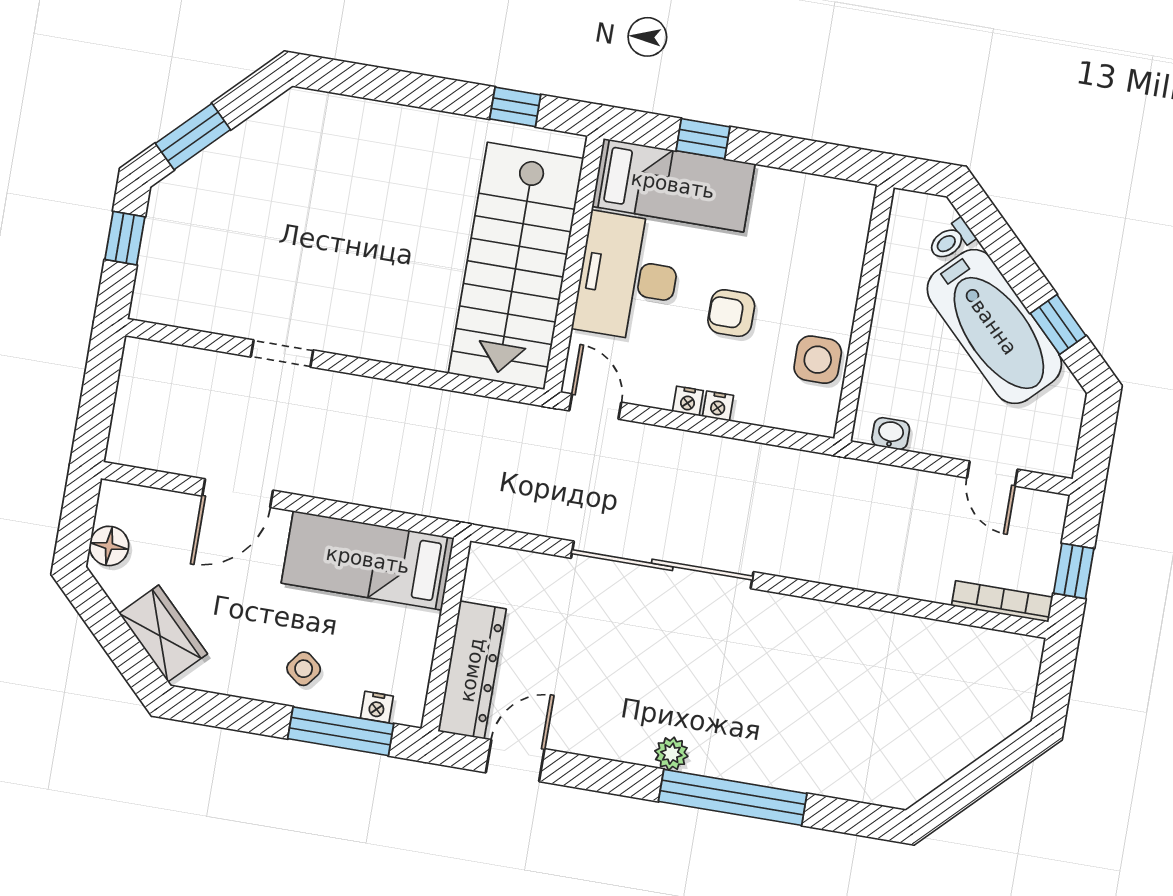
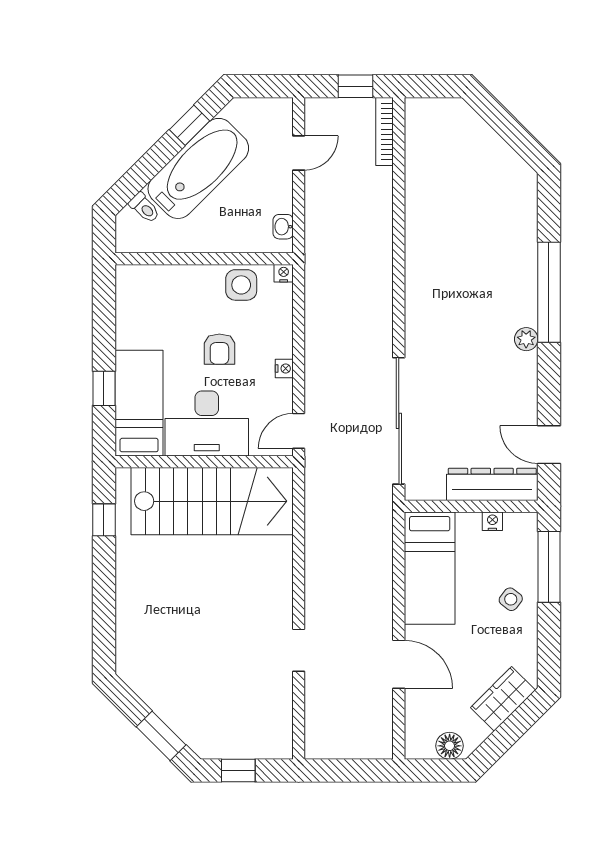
nightstand: (718, 406) -> (284, 273), moved, turned -90
sliding door: (662, 565) -> (399, 421), moved
nightstand: (377, 707) -> (492, 521), moved, turned -90

